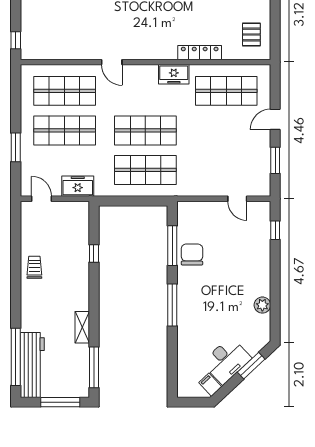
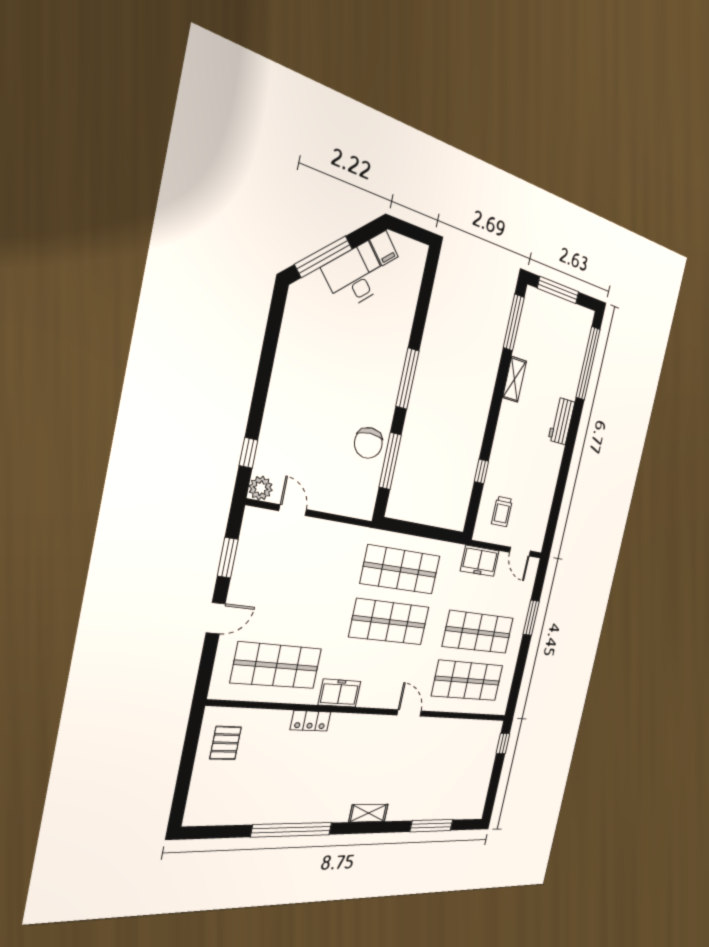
locker: (200, 53) -> (310, 721), width x0.66
trolley: (34, 267) -> (502, 512), moved
plant: (262, 305) -> (261, 488), moved
workbench: (32, 365) -> (561, 421), moved, width x0.53, depth x0.76
window: (251, 366) -> (324, 257), width x1.44

